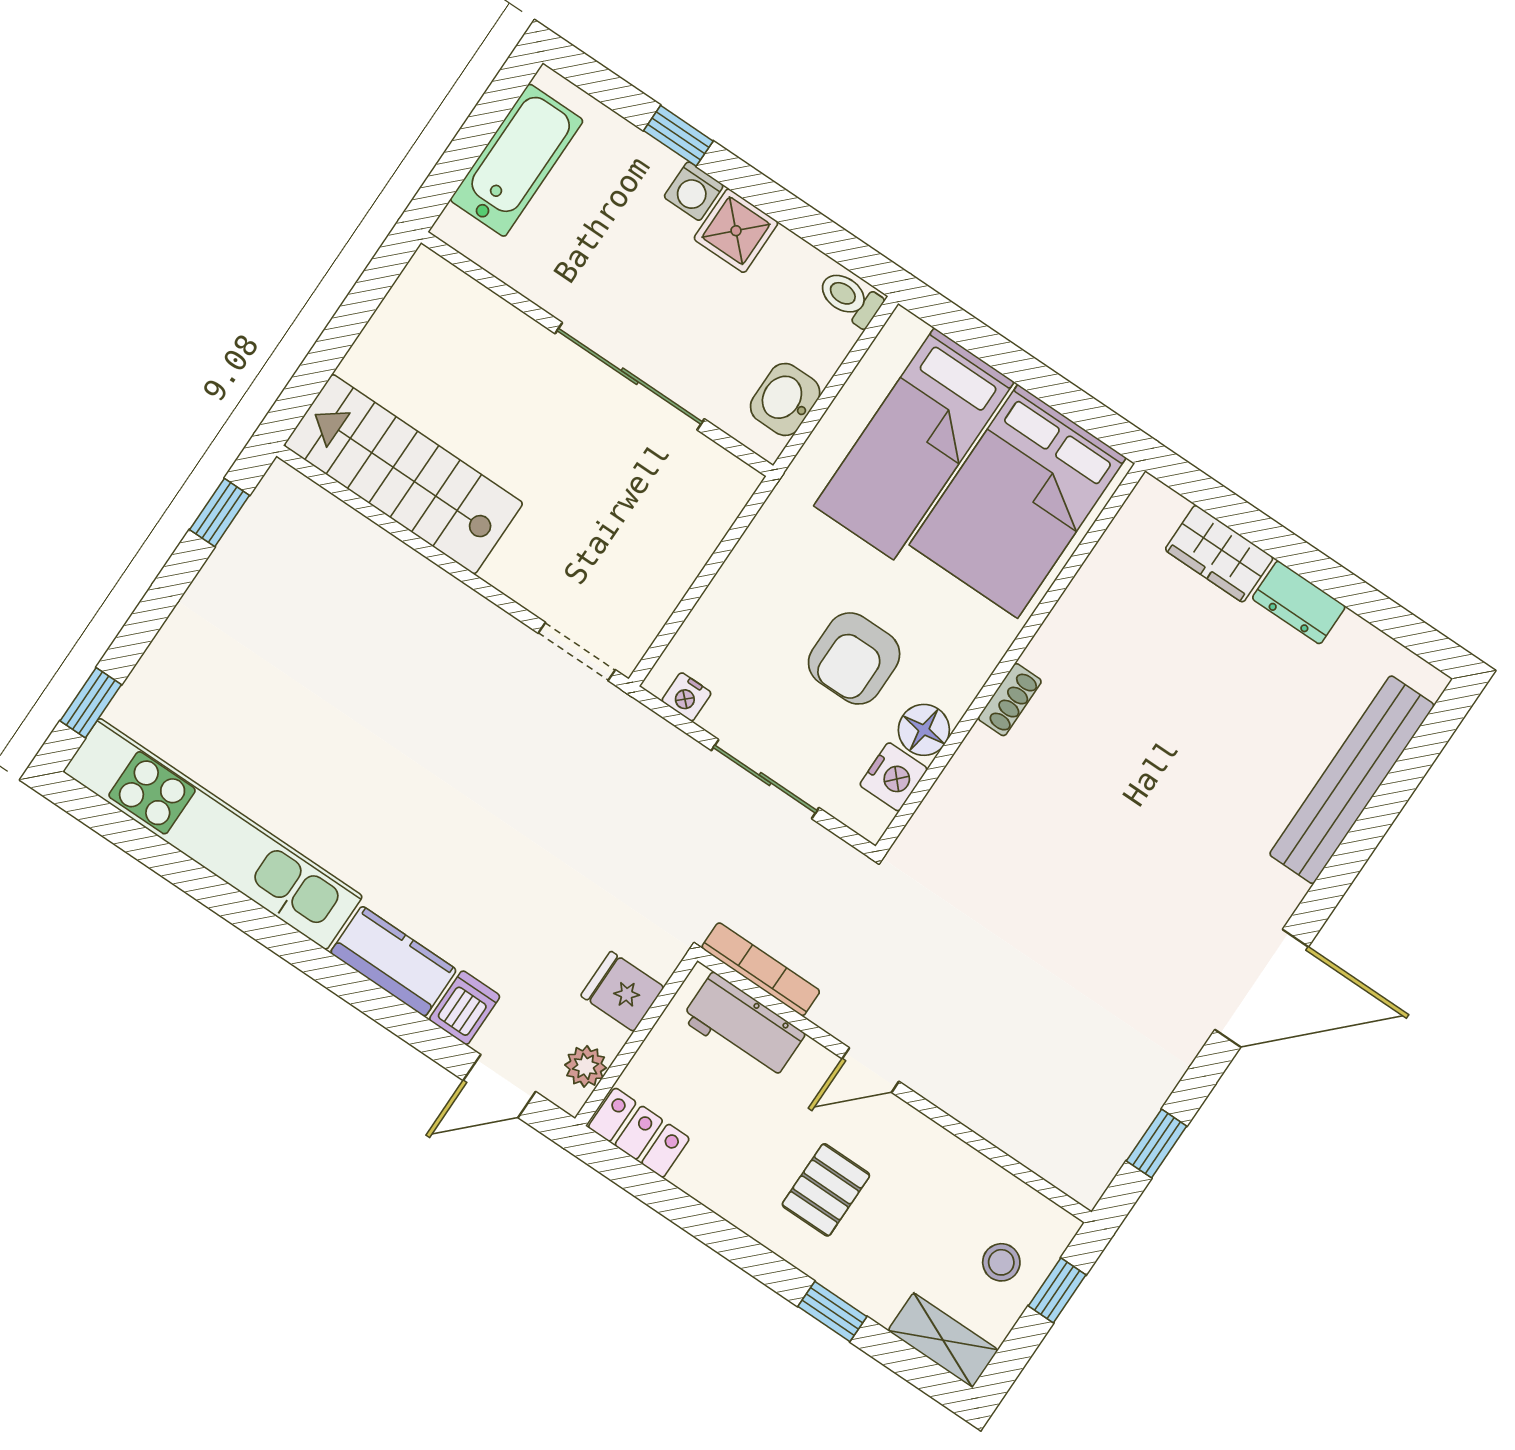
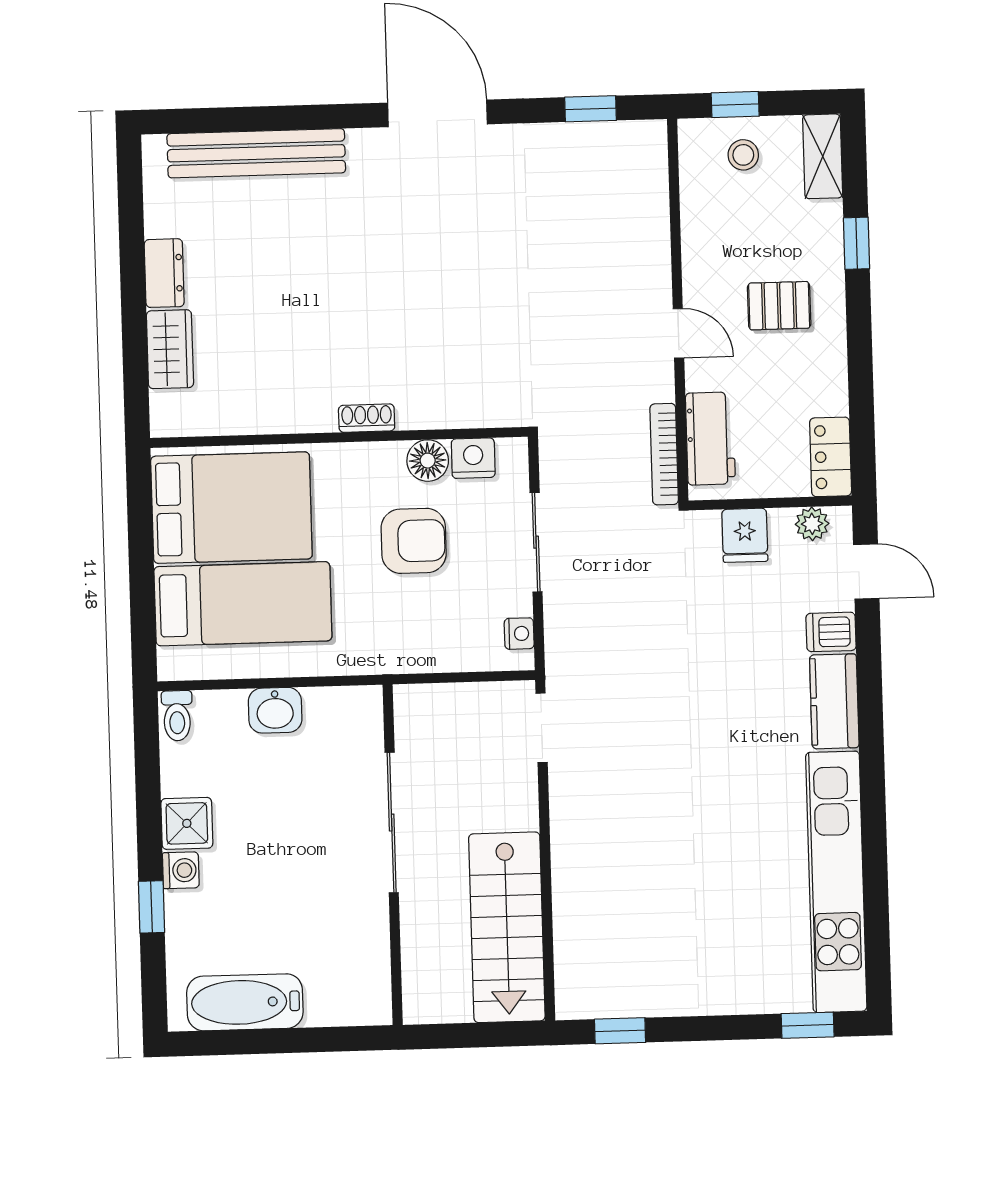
wall: (597, 354) -> (393, 855), moved
sliding door: (630, 376) -> (392, 823), moved

